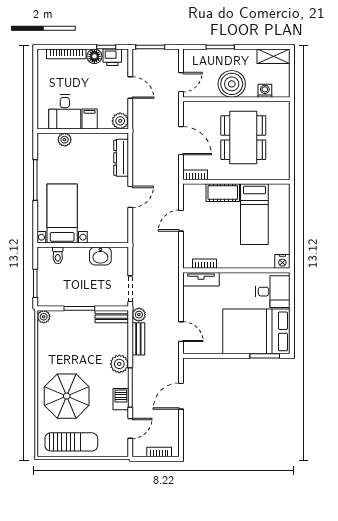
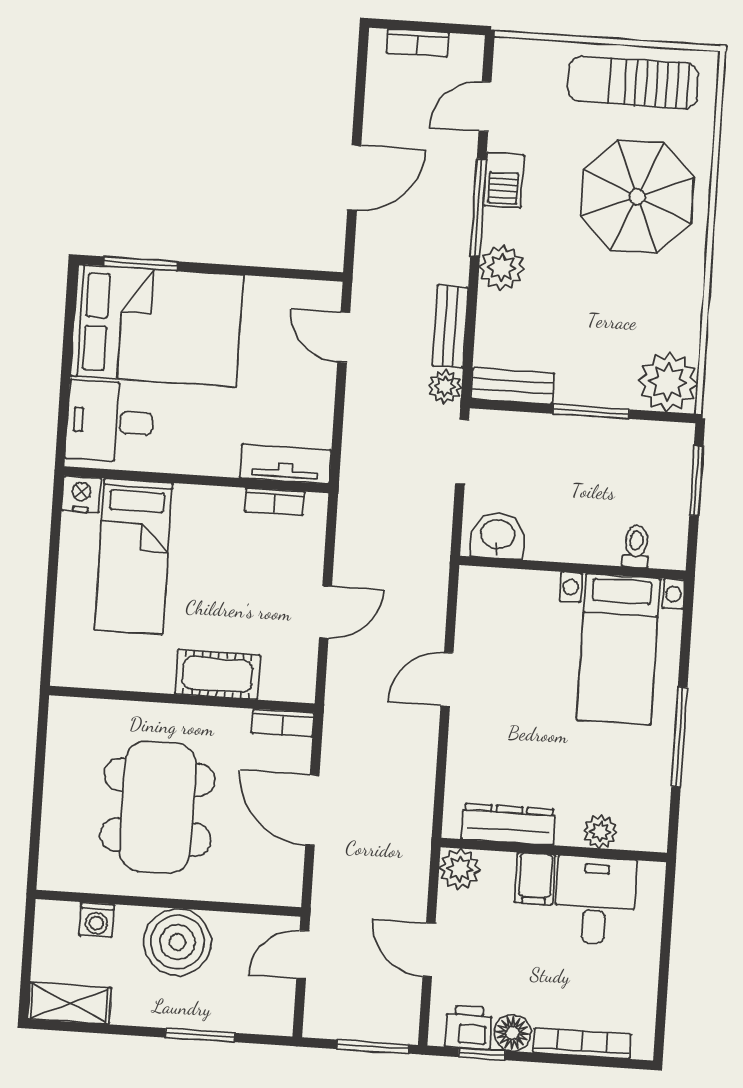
dresser: (121, 158) -> (508, 824), moved, turned -90
bed: (254, 214) -> (133, 556), moved, turned 180
washbasin: (100, 256) -> (498, 536), moved
plant: (44, 317) -> (668, 382), width x1.87, depth x1.87

